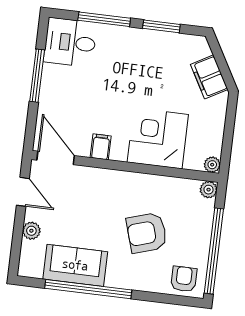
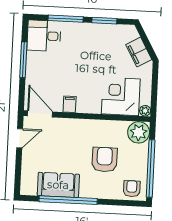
corner desk: (158, 138) -> (121, 96), moved
plant: (209, 190) -> (139, 132), width x1.88, depth x1.88
door: (23, 192) -> (20, 138), hinge flipped
plant: (31, 231) -> (27, 164), removed
armchair: (147, 233) -> (105, 160), turned 107

